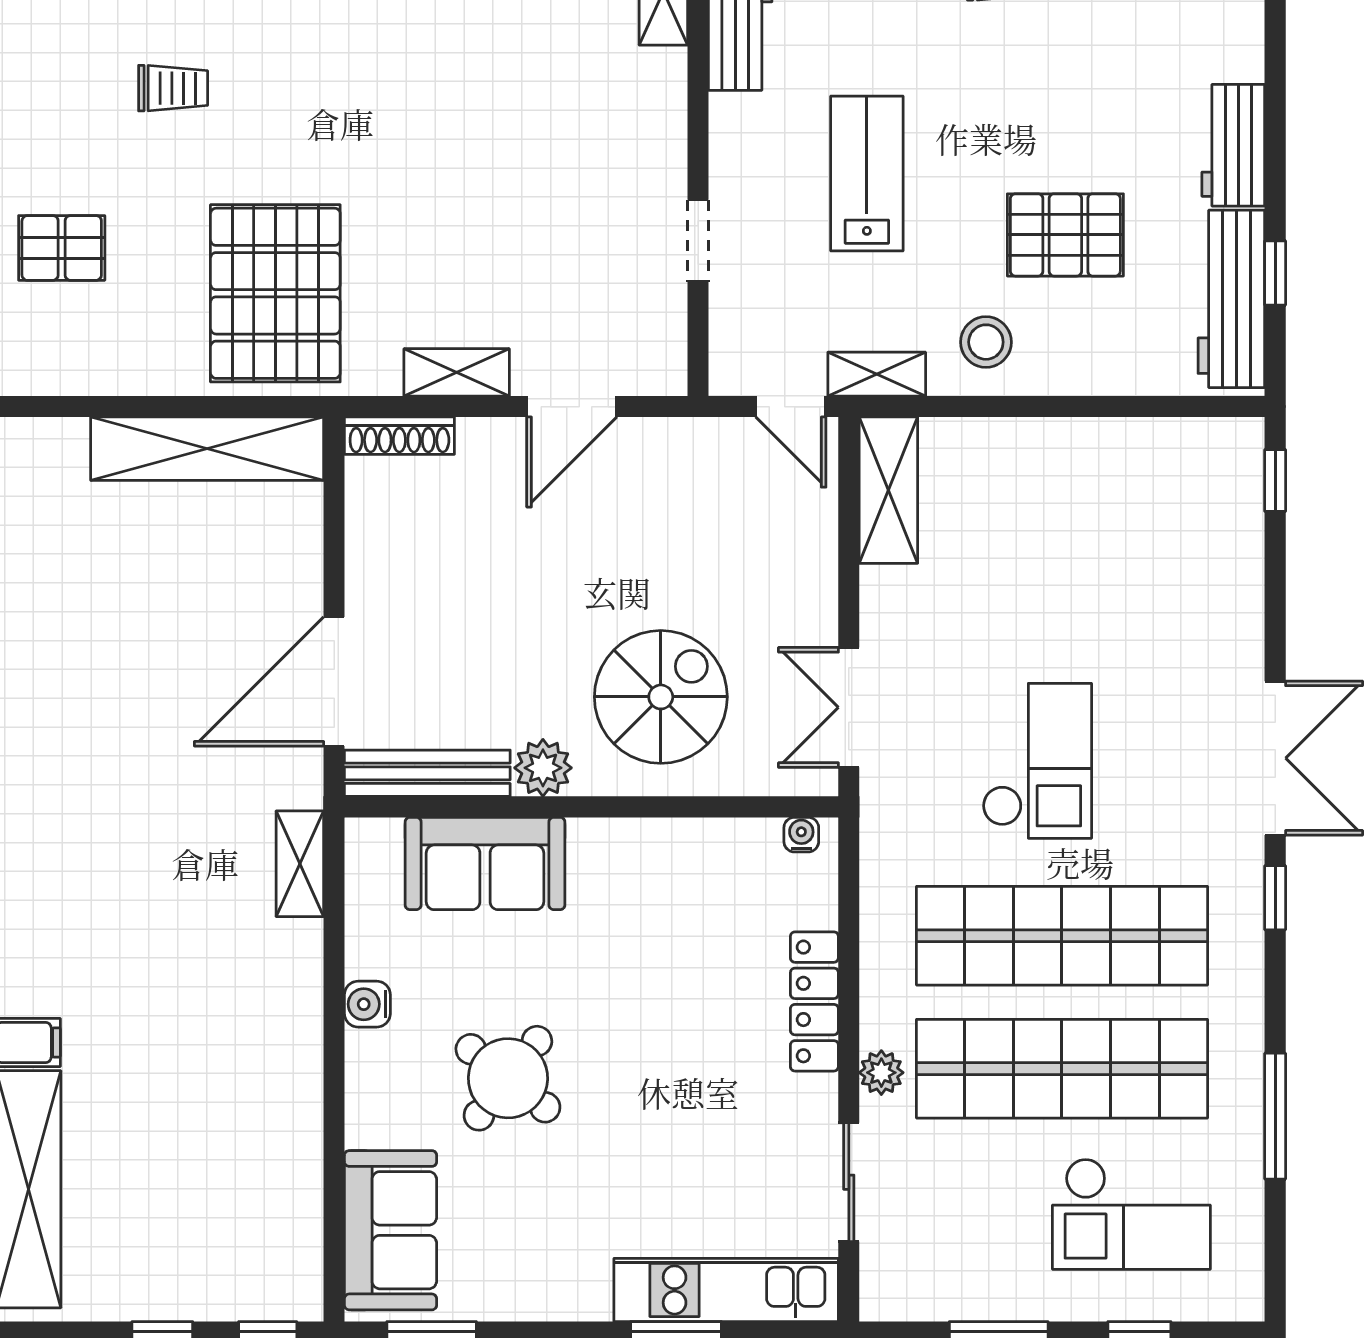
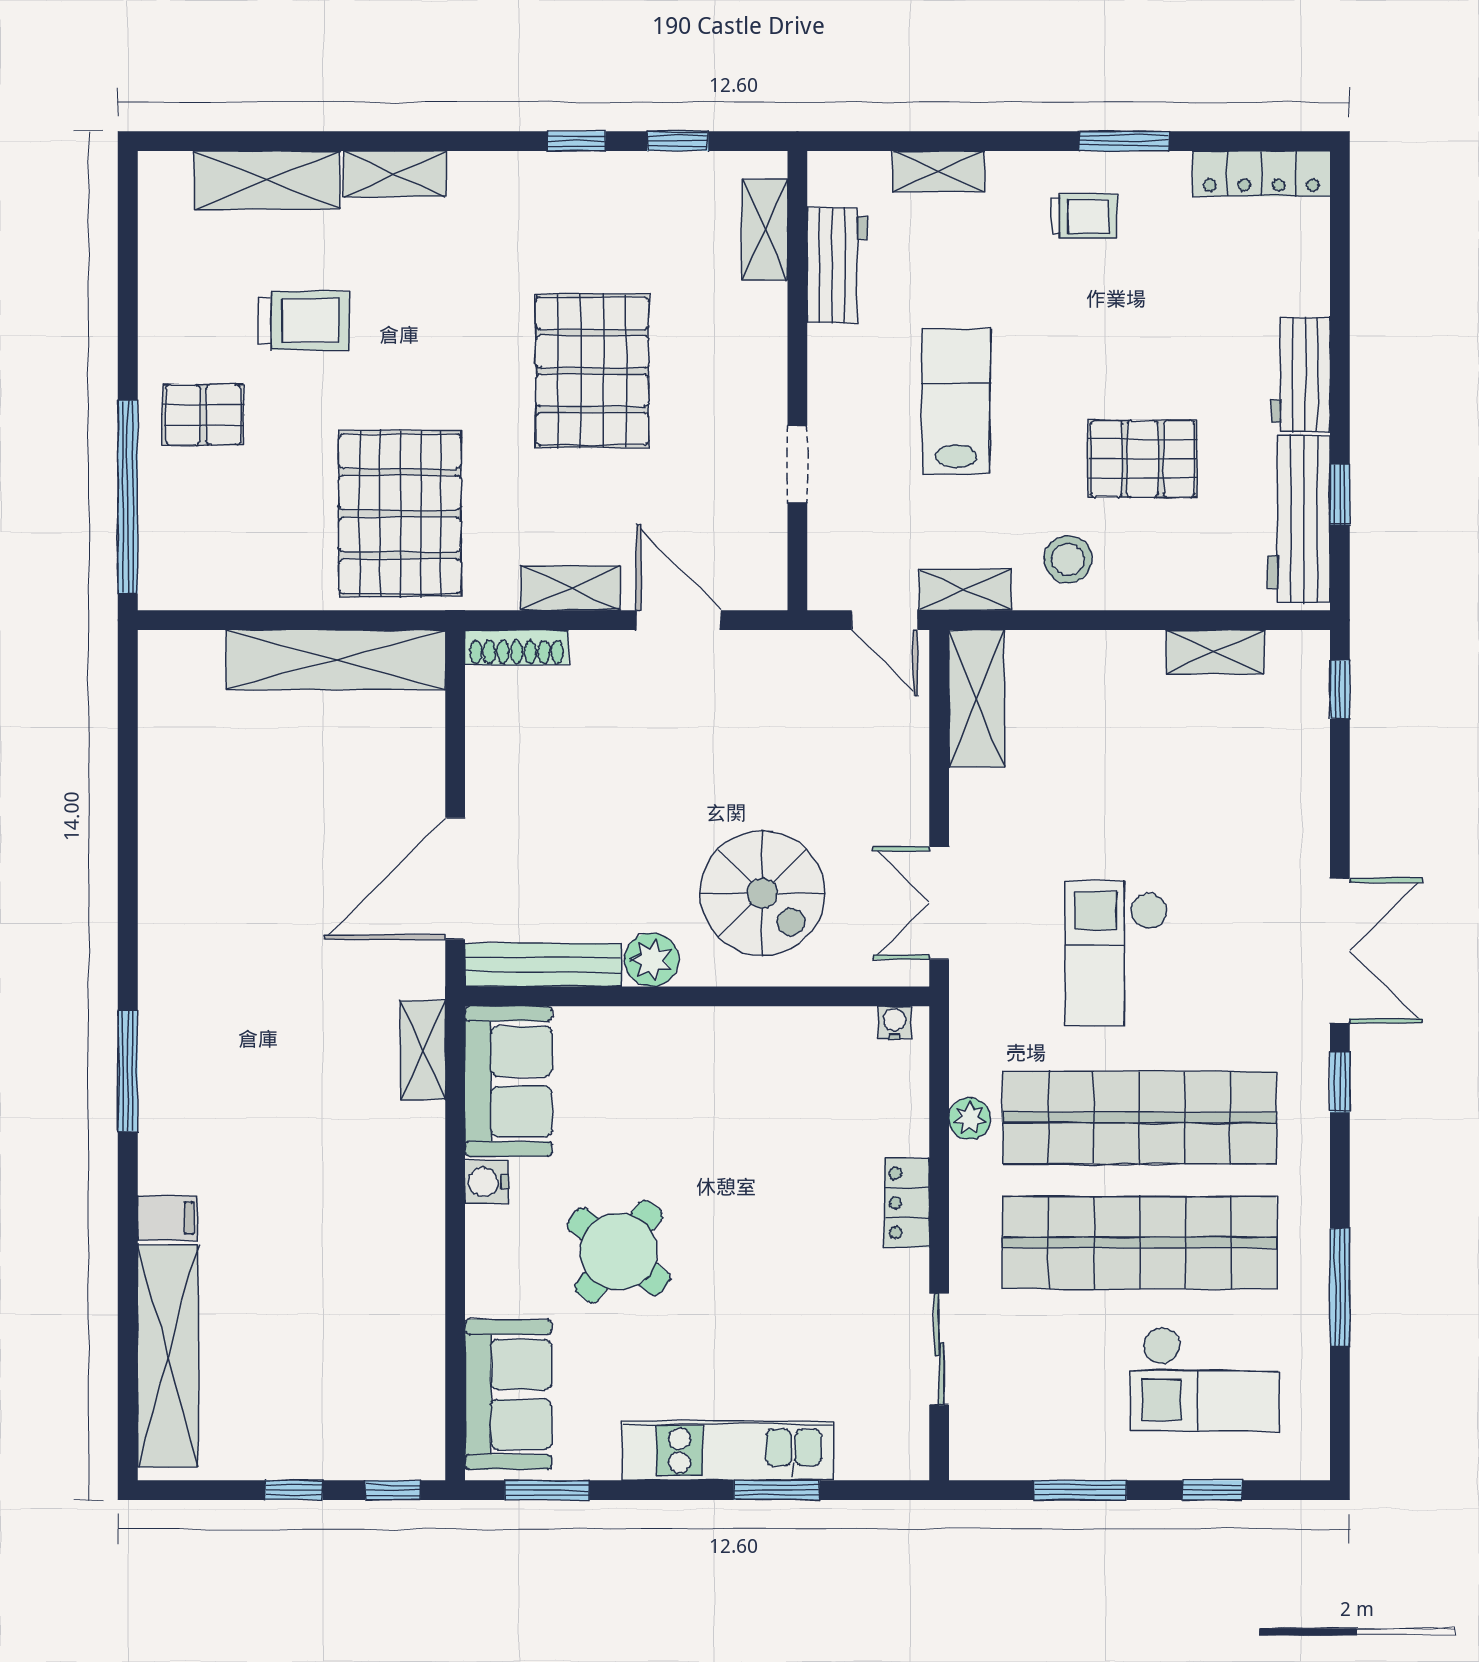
trolley: (173, 88) -> (304, 321), width x1.36, depth x1.39
pallet: (480, 141) -> (592, 371), added
pallet: (62, 248) -> (203, 415), moved
door: (572, 407) -> (679, 620), swing flipped
shelving: (1142, 440) -> (1215, 652), added
spiral stairs: (661, 697) -> (762, 893), turned 90
checkout: (1037, 761) -> (1116, 953), turned 180
sofa: (485, 863) -> (508, 1081), moved, turned -90
locker: (814, 1001) -> (907, 1203), width x0.66
plant: (881, 1073) -> (970, 1119), moved
kitchen unit: (726, 1290) -> (728, 1451), moved

